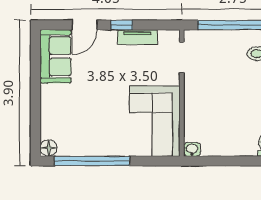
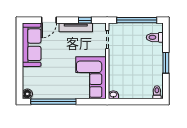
window: (122, 25) -> (85, 20), moved
tv unit: (137, 37) -> (76, 27), width x1.41
sofa: (56, 56) -> (32, 45), width x1.36

